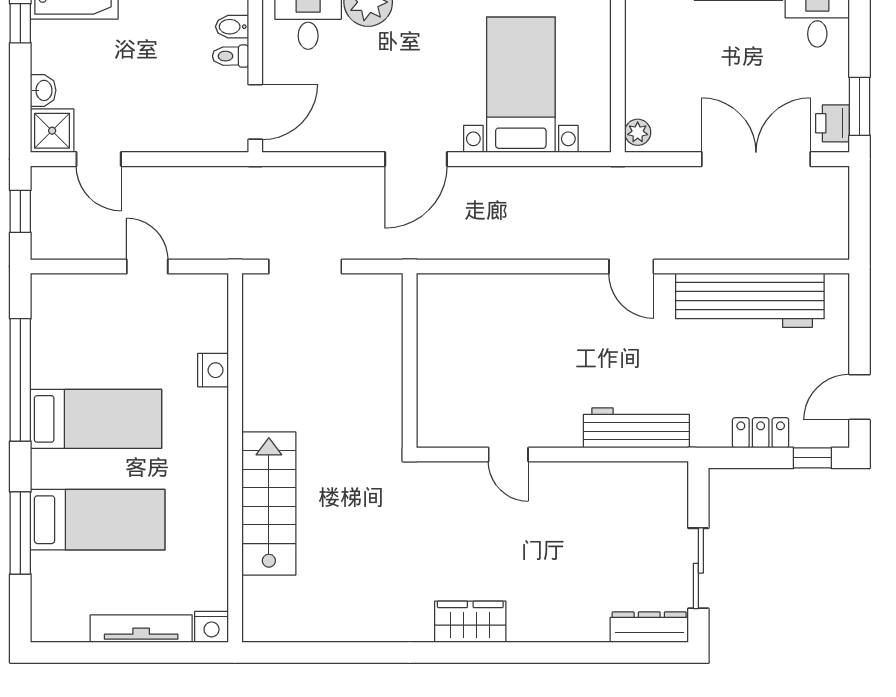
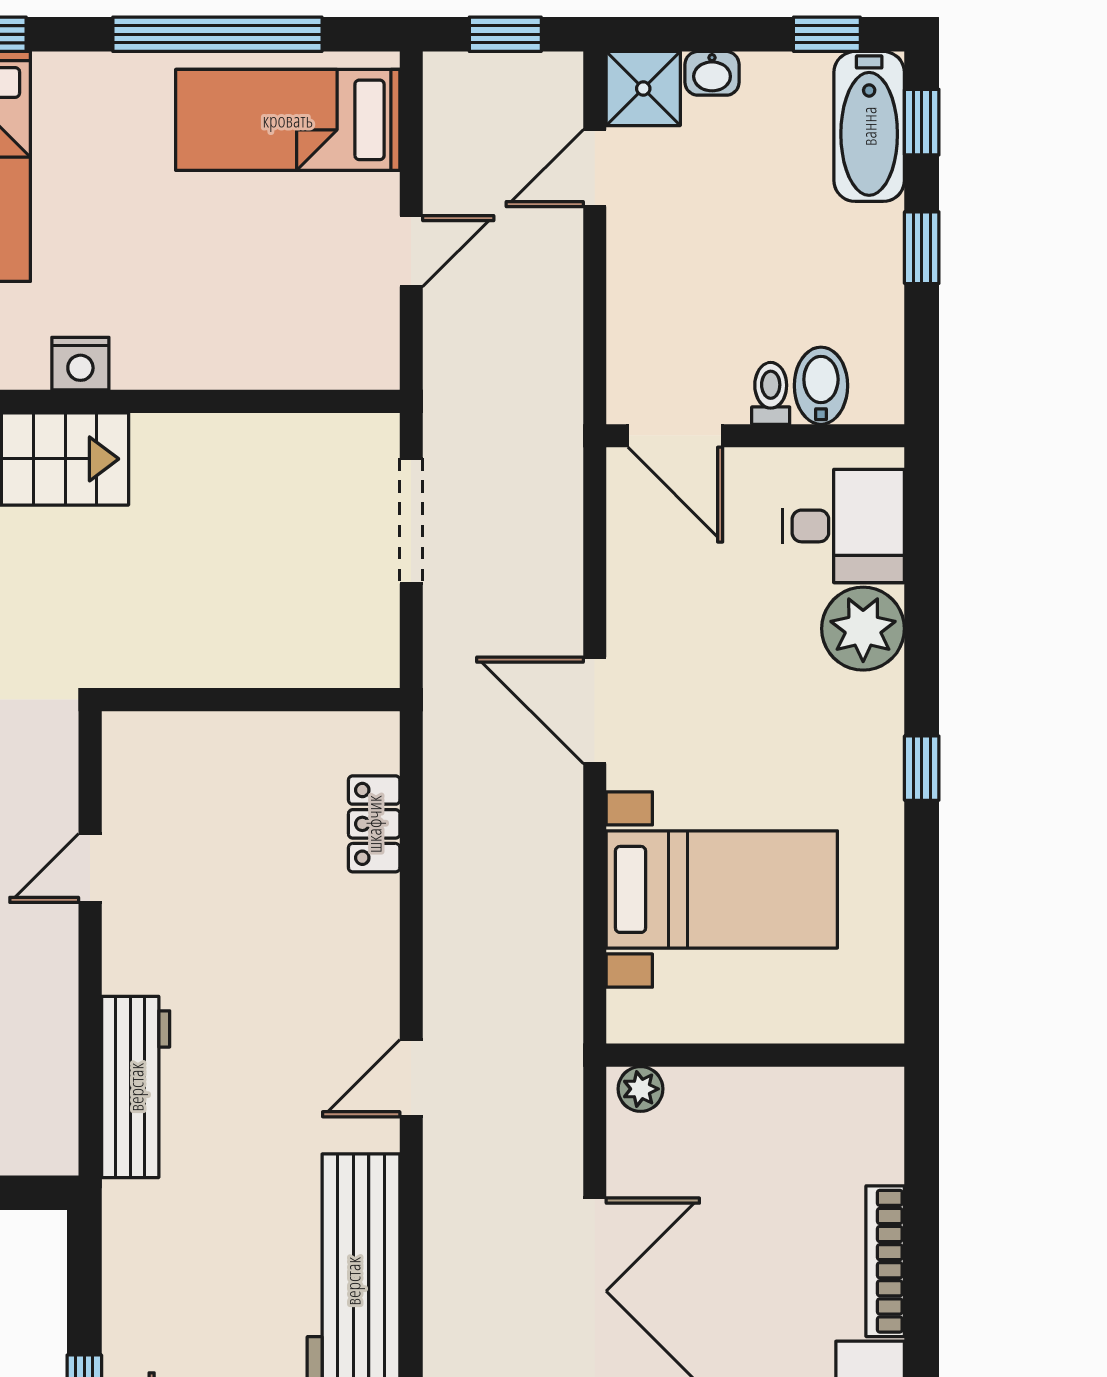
bidet: (232, 27) -> (821, 386), width x1.38, depth x1.36
nightstand: (213, 370) -> (80, 364), moved
bed: (96, 419) -> (288, 120), moved, turned 90
locker: (761, 433) -> (374, 824), moved, turned 180

